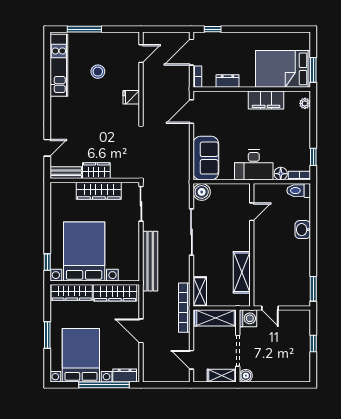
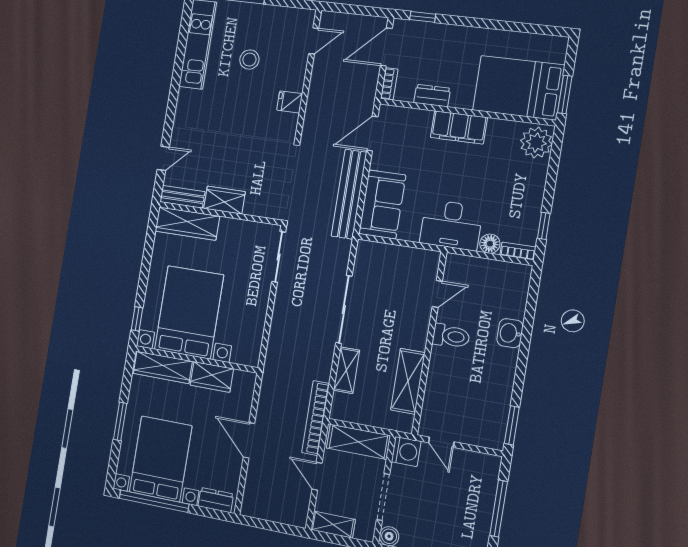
filing cabinet: (266, 100) -> (459, 127), moved
plant: (305, 103) -> (536, 143), width x1.88, depth x1.88
wardrobe: (99, 191) -> (187, 224), moved
toilet: (299, 191) -> (451, 336), moved, turned 180
boiler: (202, 192) -> (368, 253), removed
bench: (150, 261) -> (349, 194), moved
shelving: (200, 291) -> (346, 370), moved
wardrobe: (115, 293) -> (212, 377), width x0.67
window: (313, 344) -> (499, 508), width x2.17
door: (191, 360) -> (317, 476), moved
shelving: (222, 376) -> (333, 525), moved
window: (104, 385) -> (154, 501), moved

